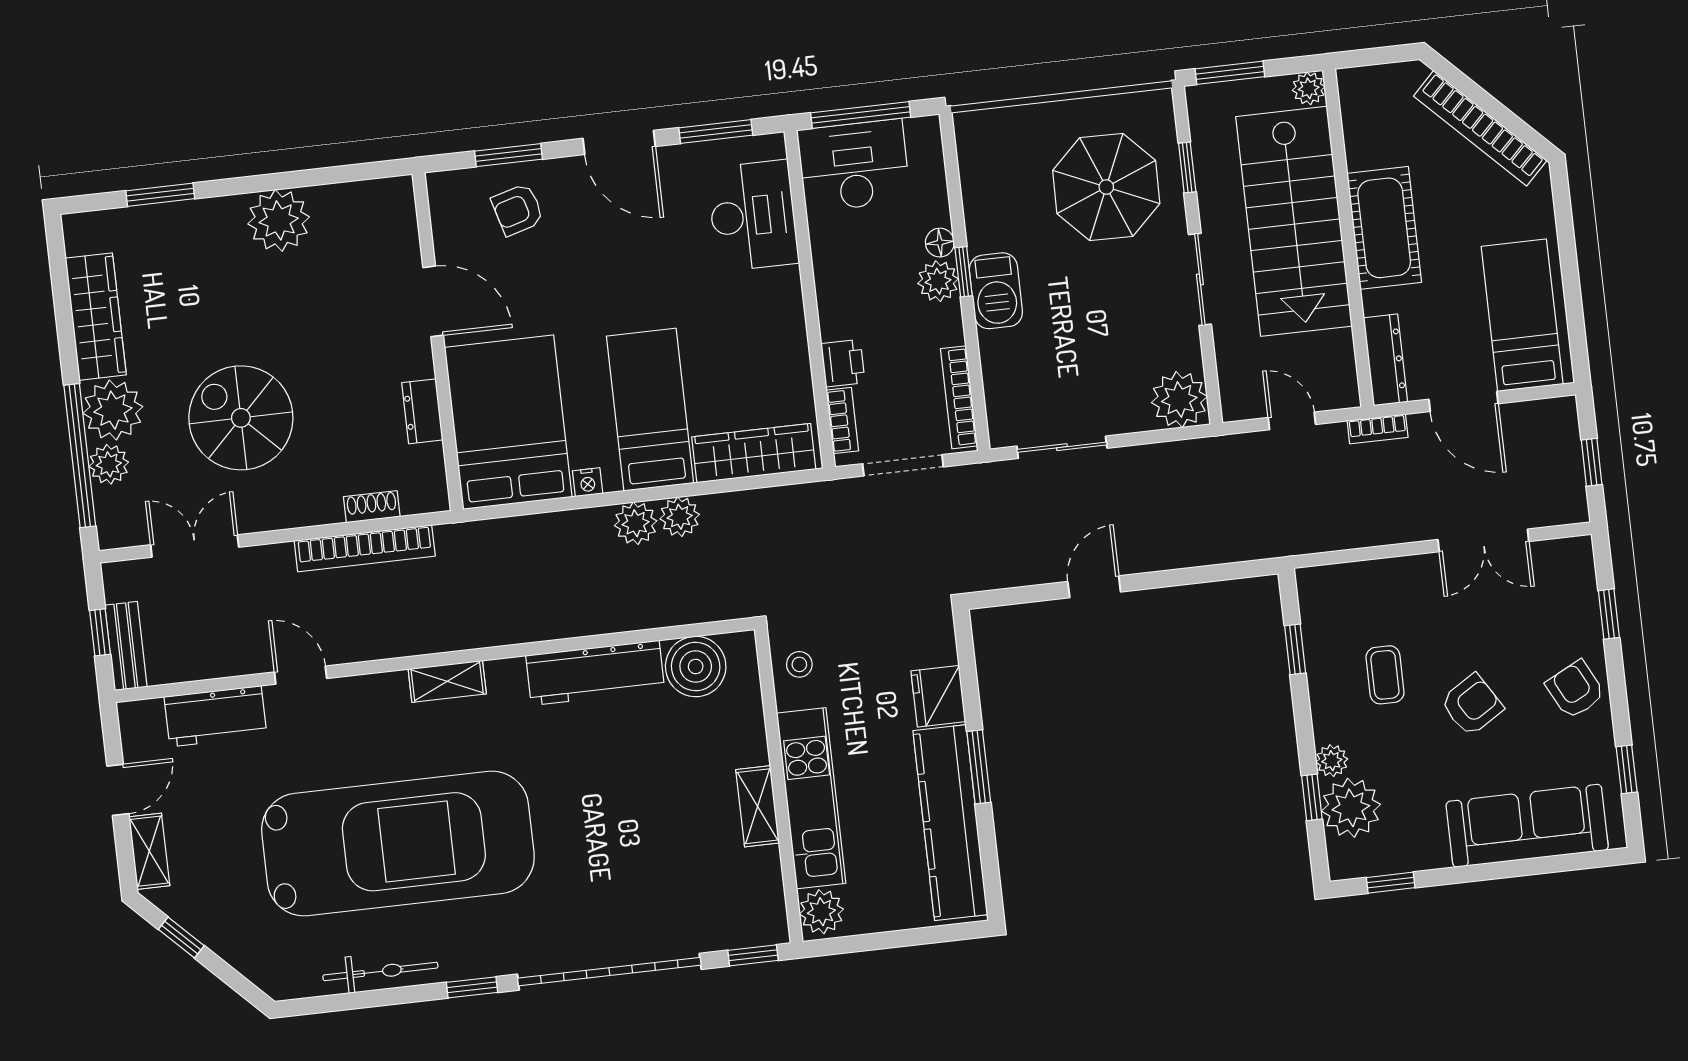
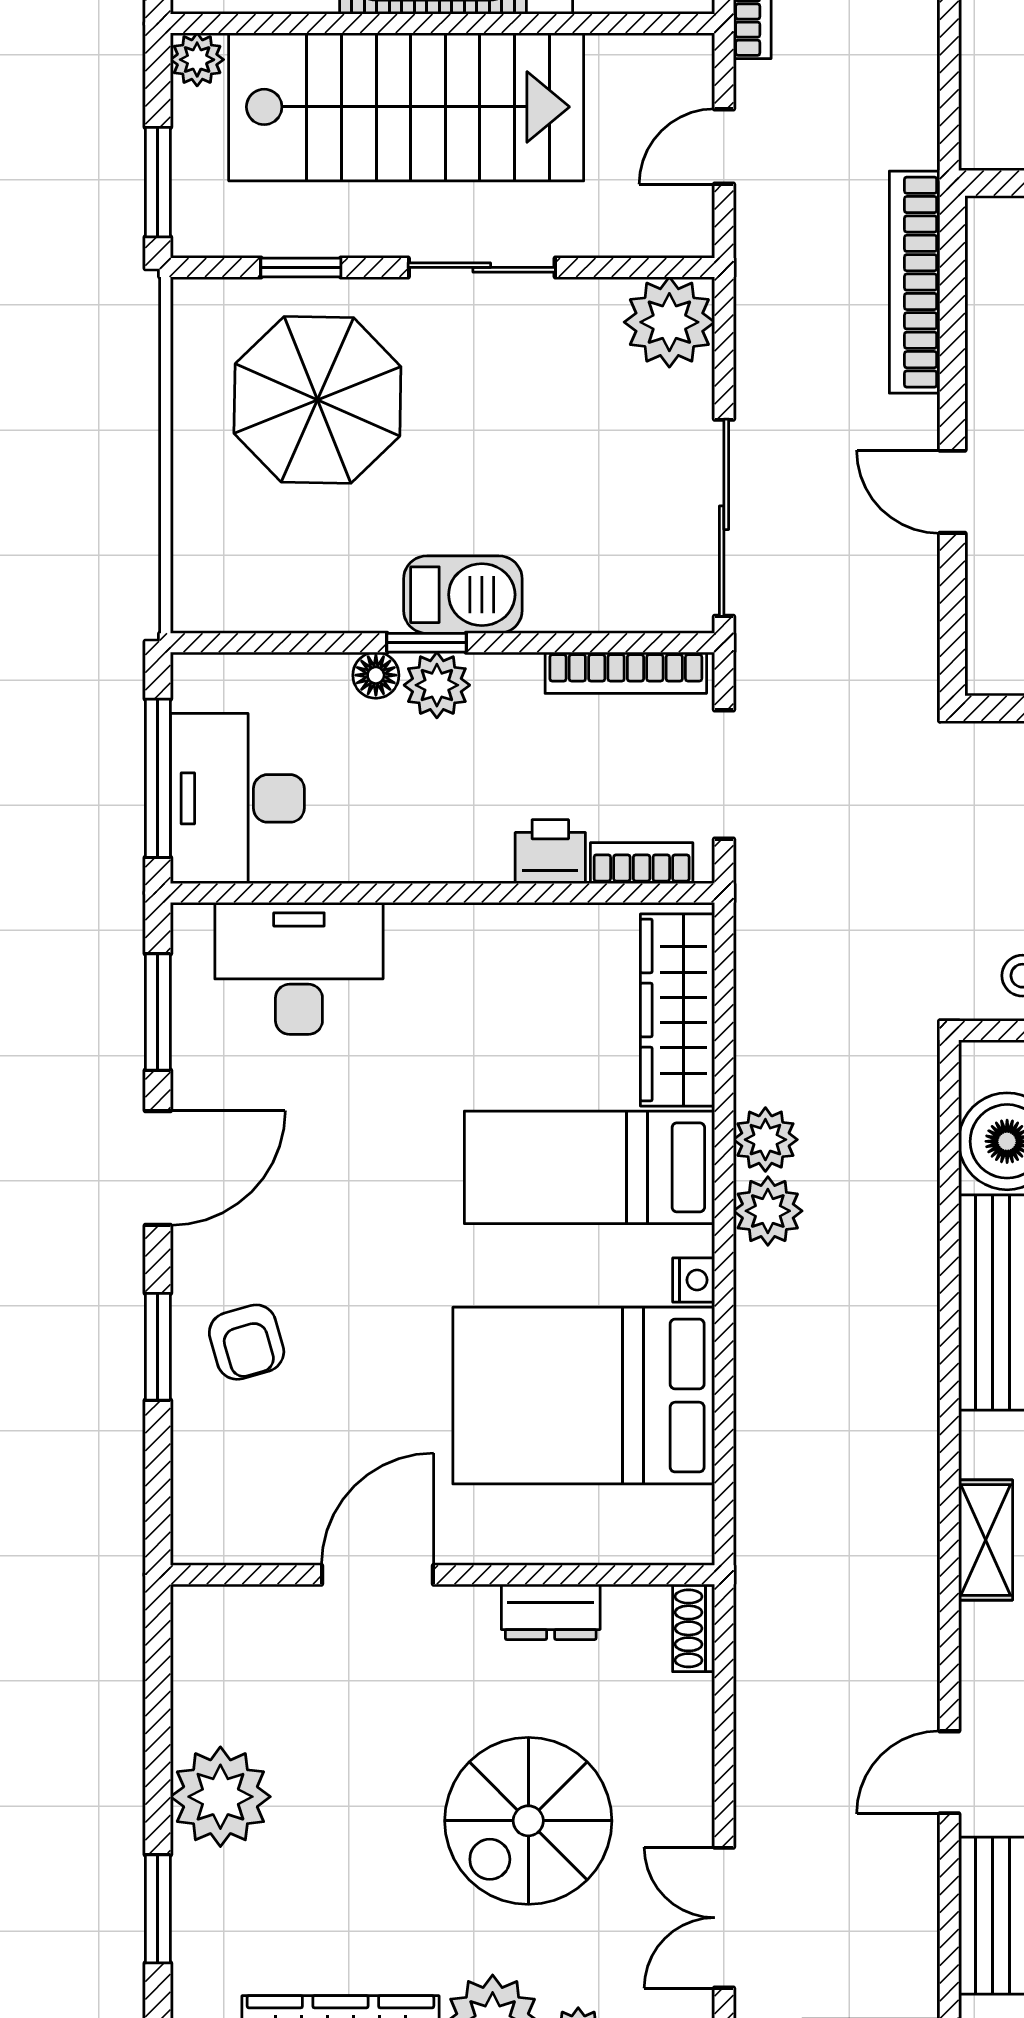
plant: (279, 220) -> (220, 1797), moved
door: (433, 301) -> (378, 1575), moved
wall: (438, 342) -> (443, 1575), moved
dresser: (422, 411) -> (551, 1612), moved
sliding door: (1062, 447) -> (724, 518), width x1.37
bookcase: (365, 548) -> (915, 282), moved, turned 180

